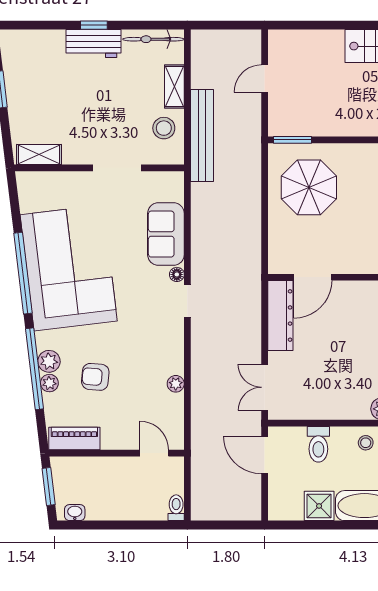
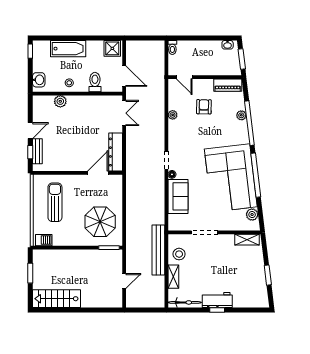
plant: (49, 361) -> (252, 215), moved
armchair: (95, 377) -> (204, 107), moved, turned -94
shower: (319, 506) -> (112, 48), moved

